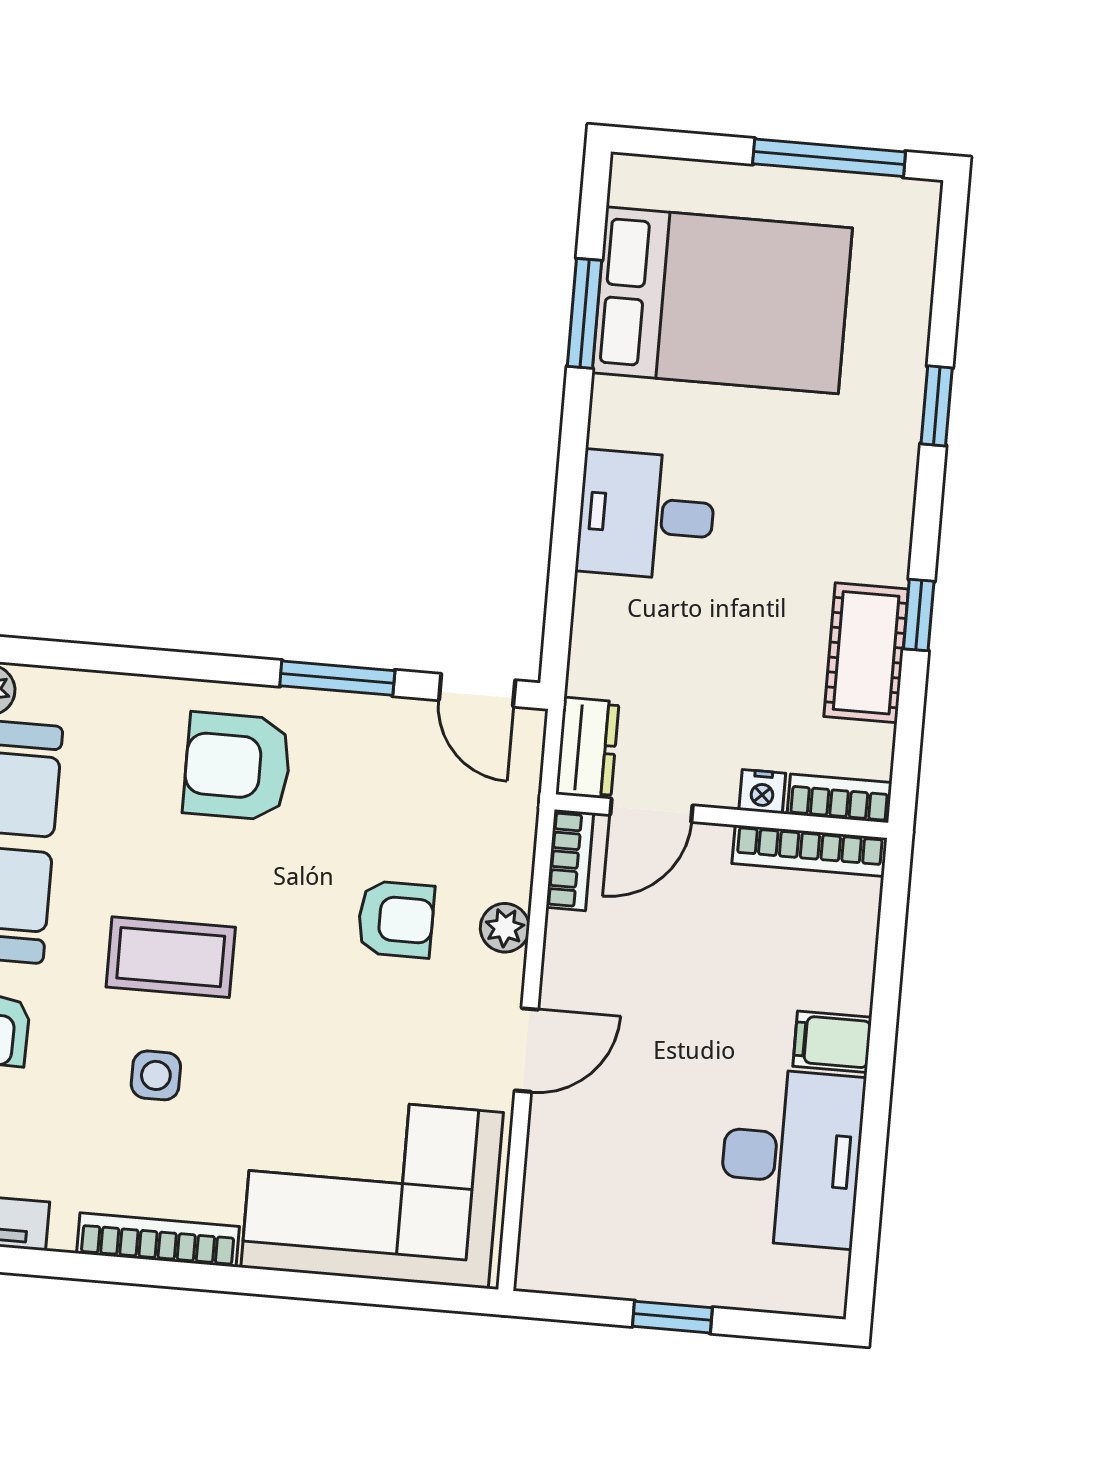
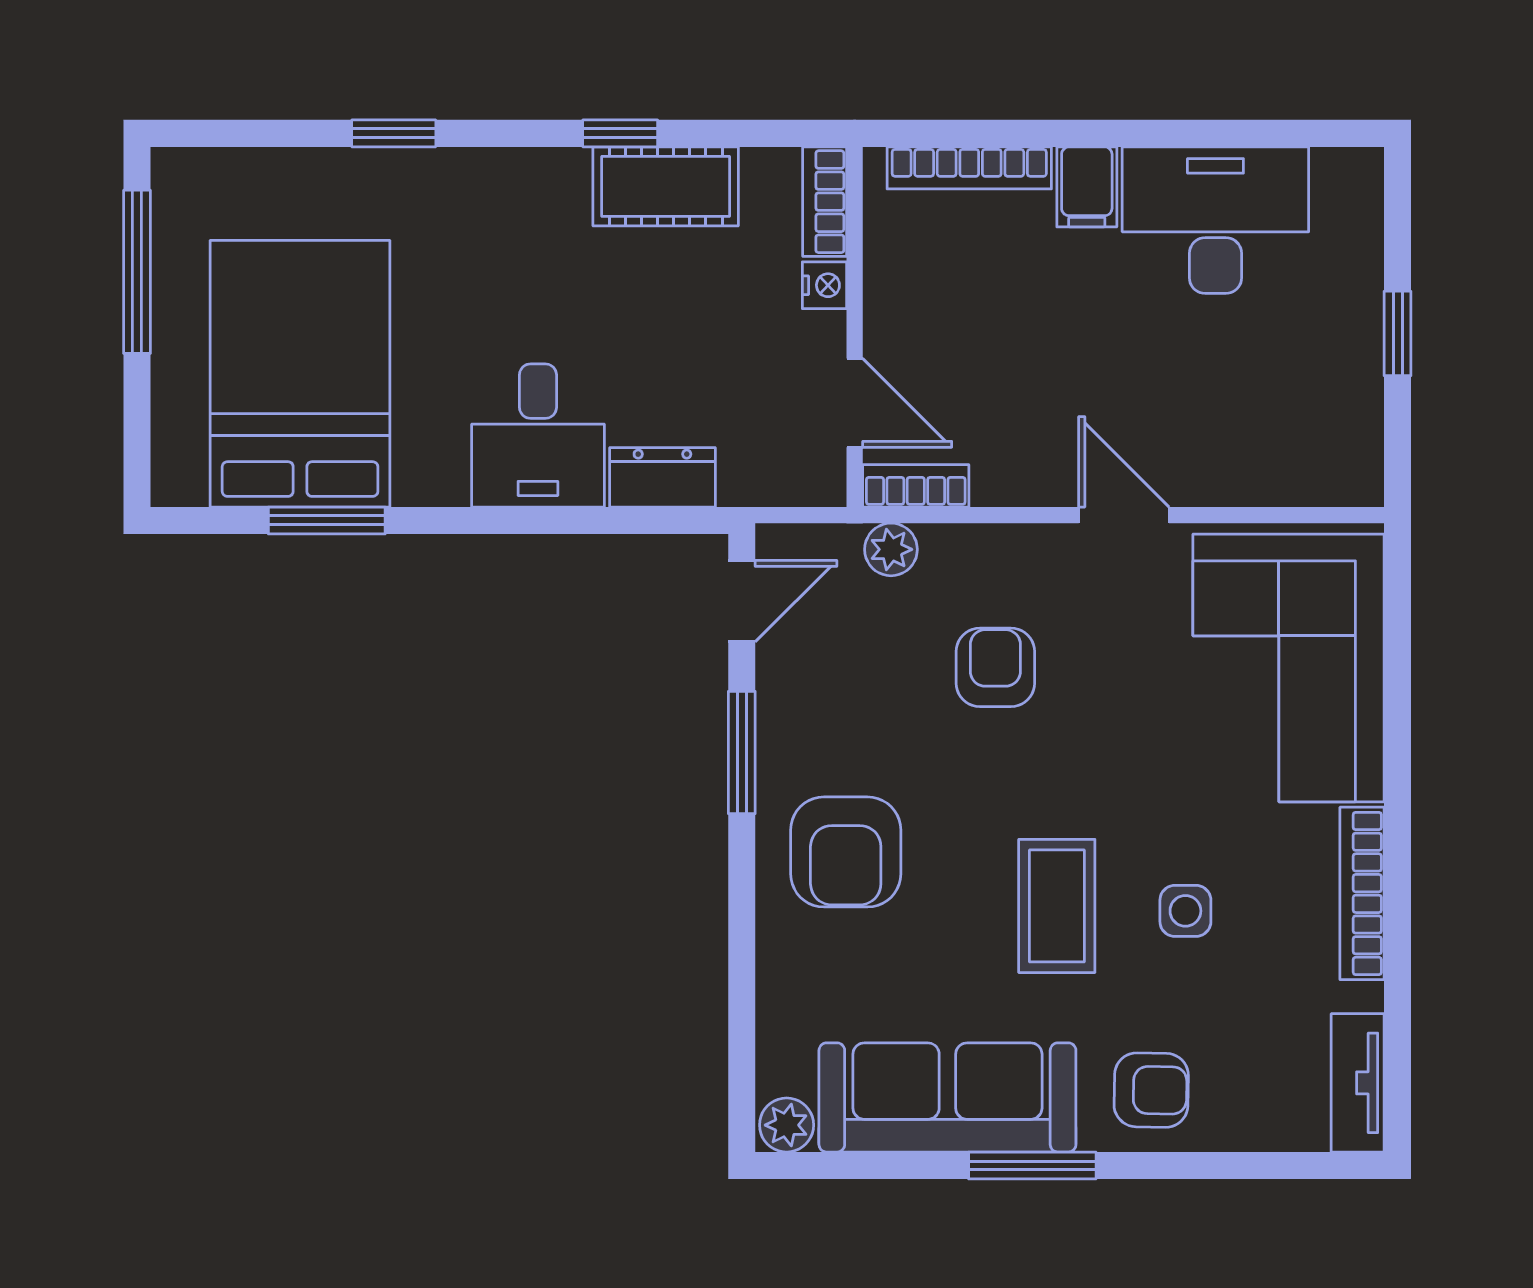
dresser: (587, 748) -> (662, 477), moved
bookcase: (810, 851) -> (969, 168), moved, turned 90
plant: (505, 928) -> (891, 549), moved

